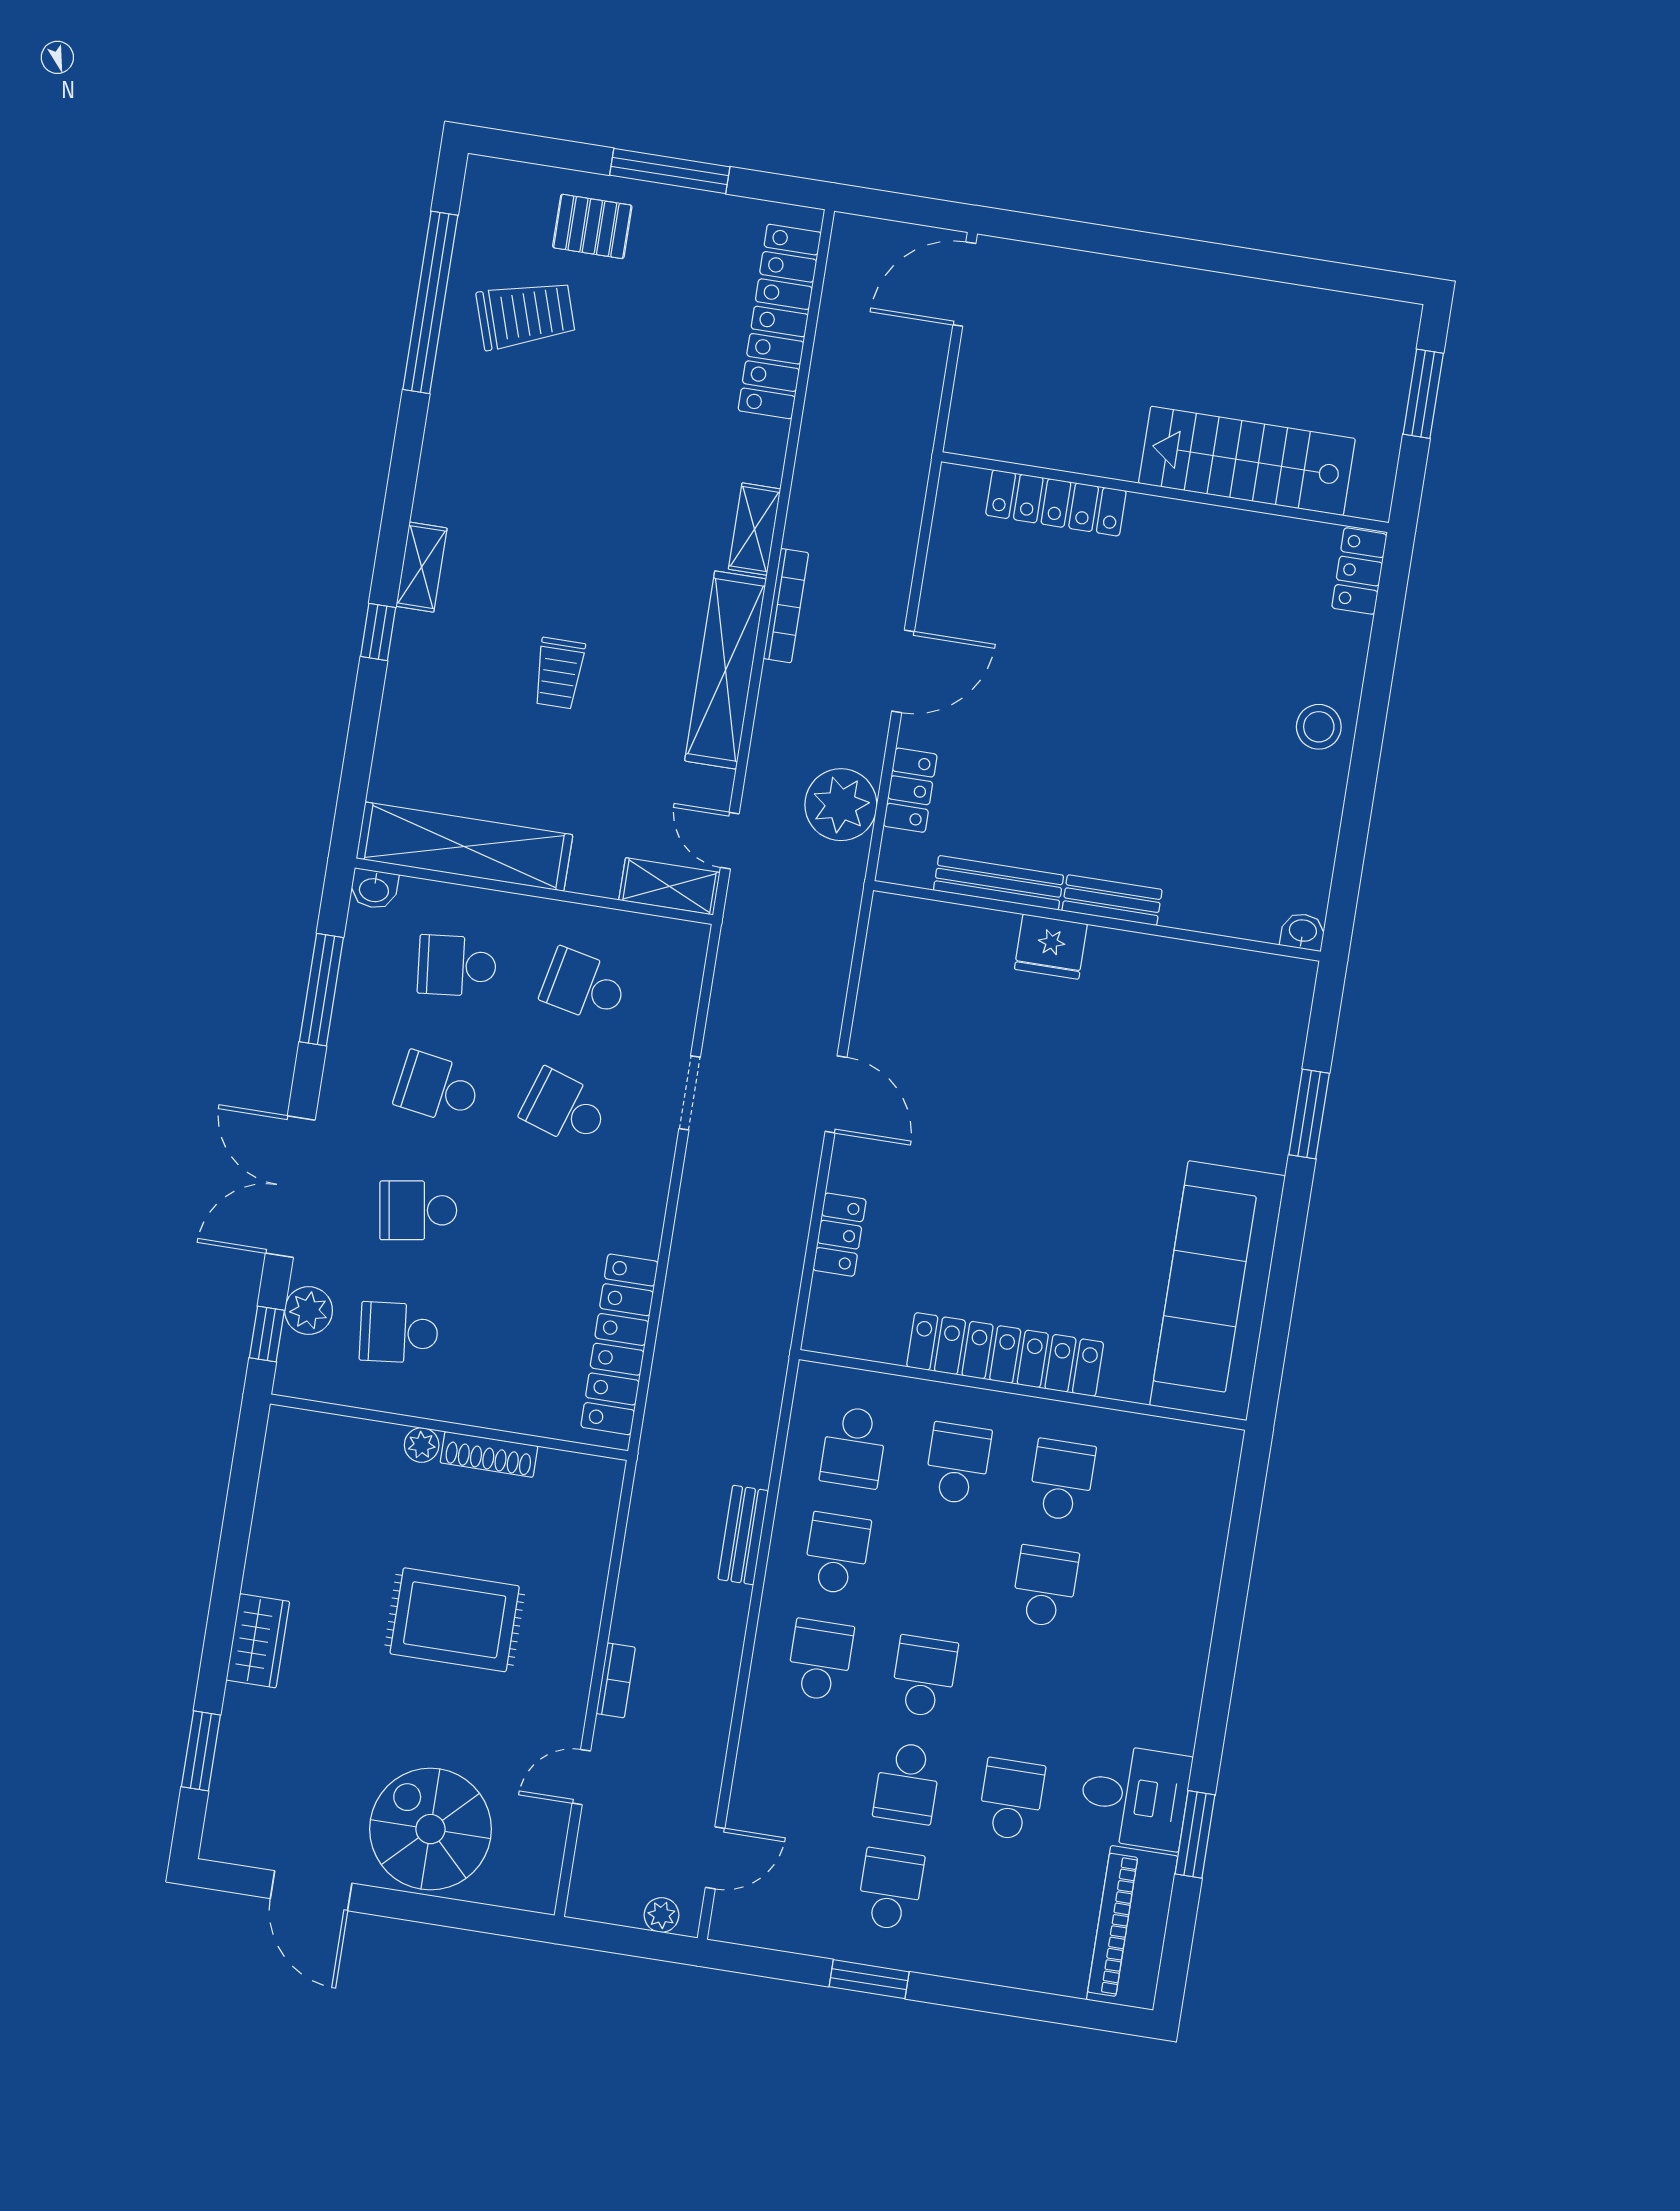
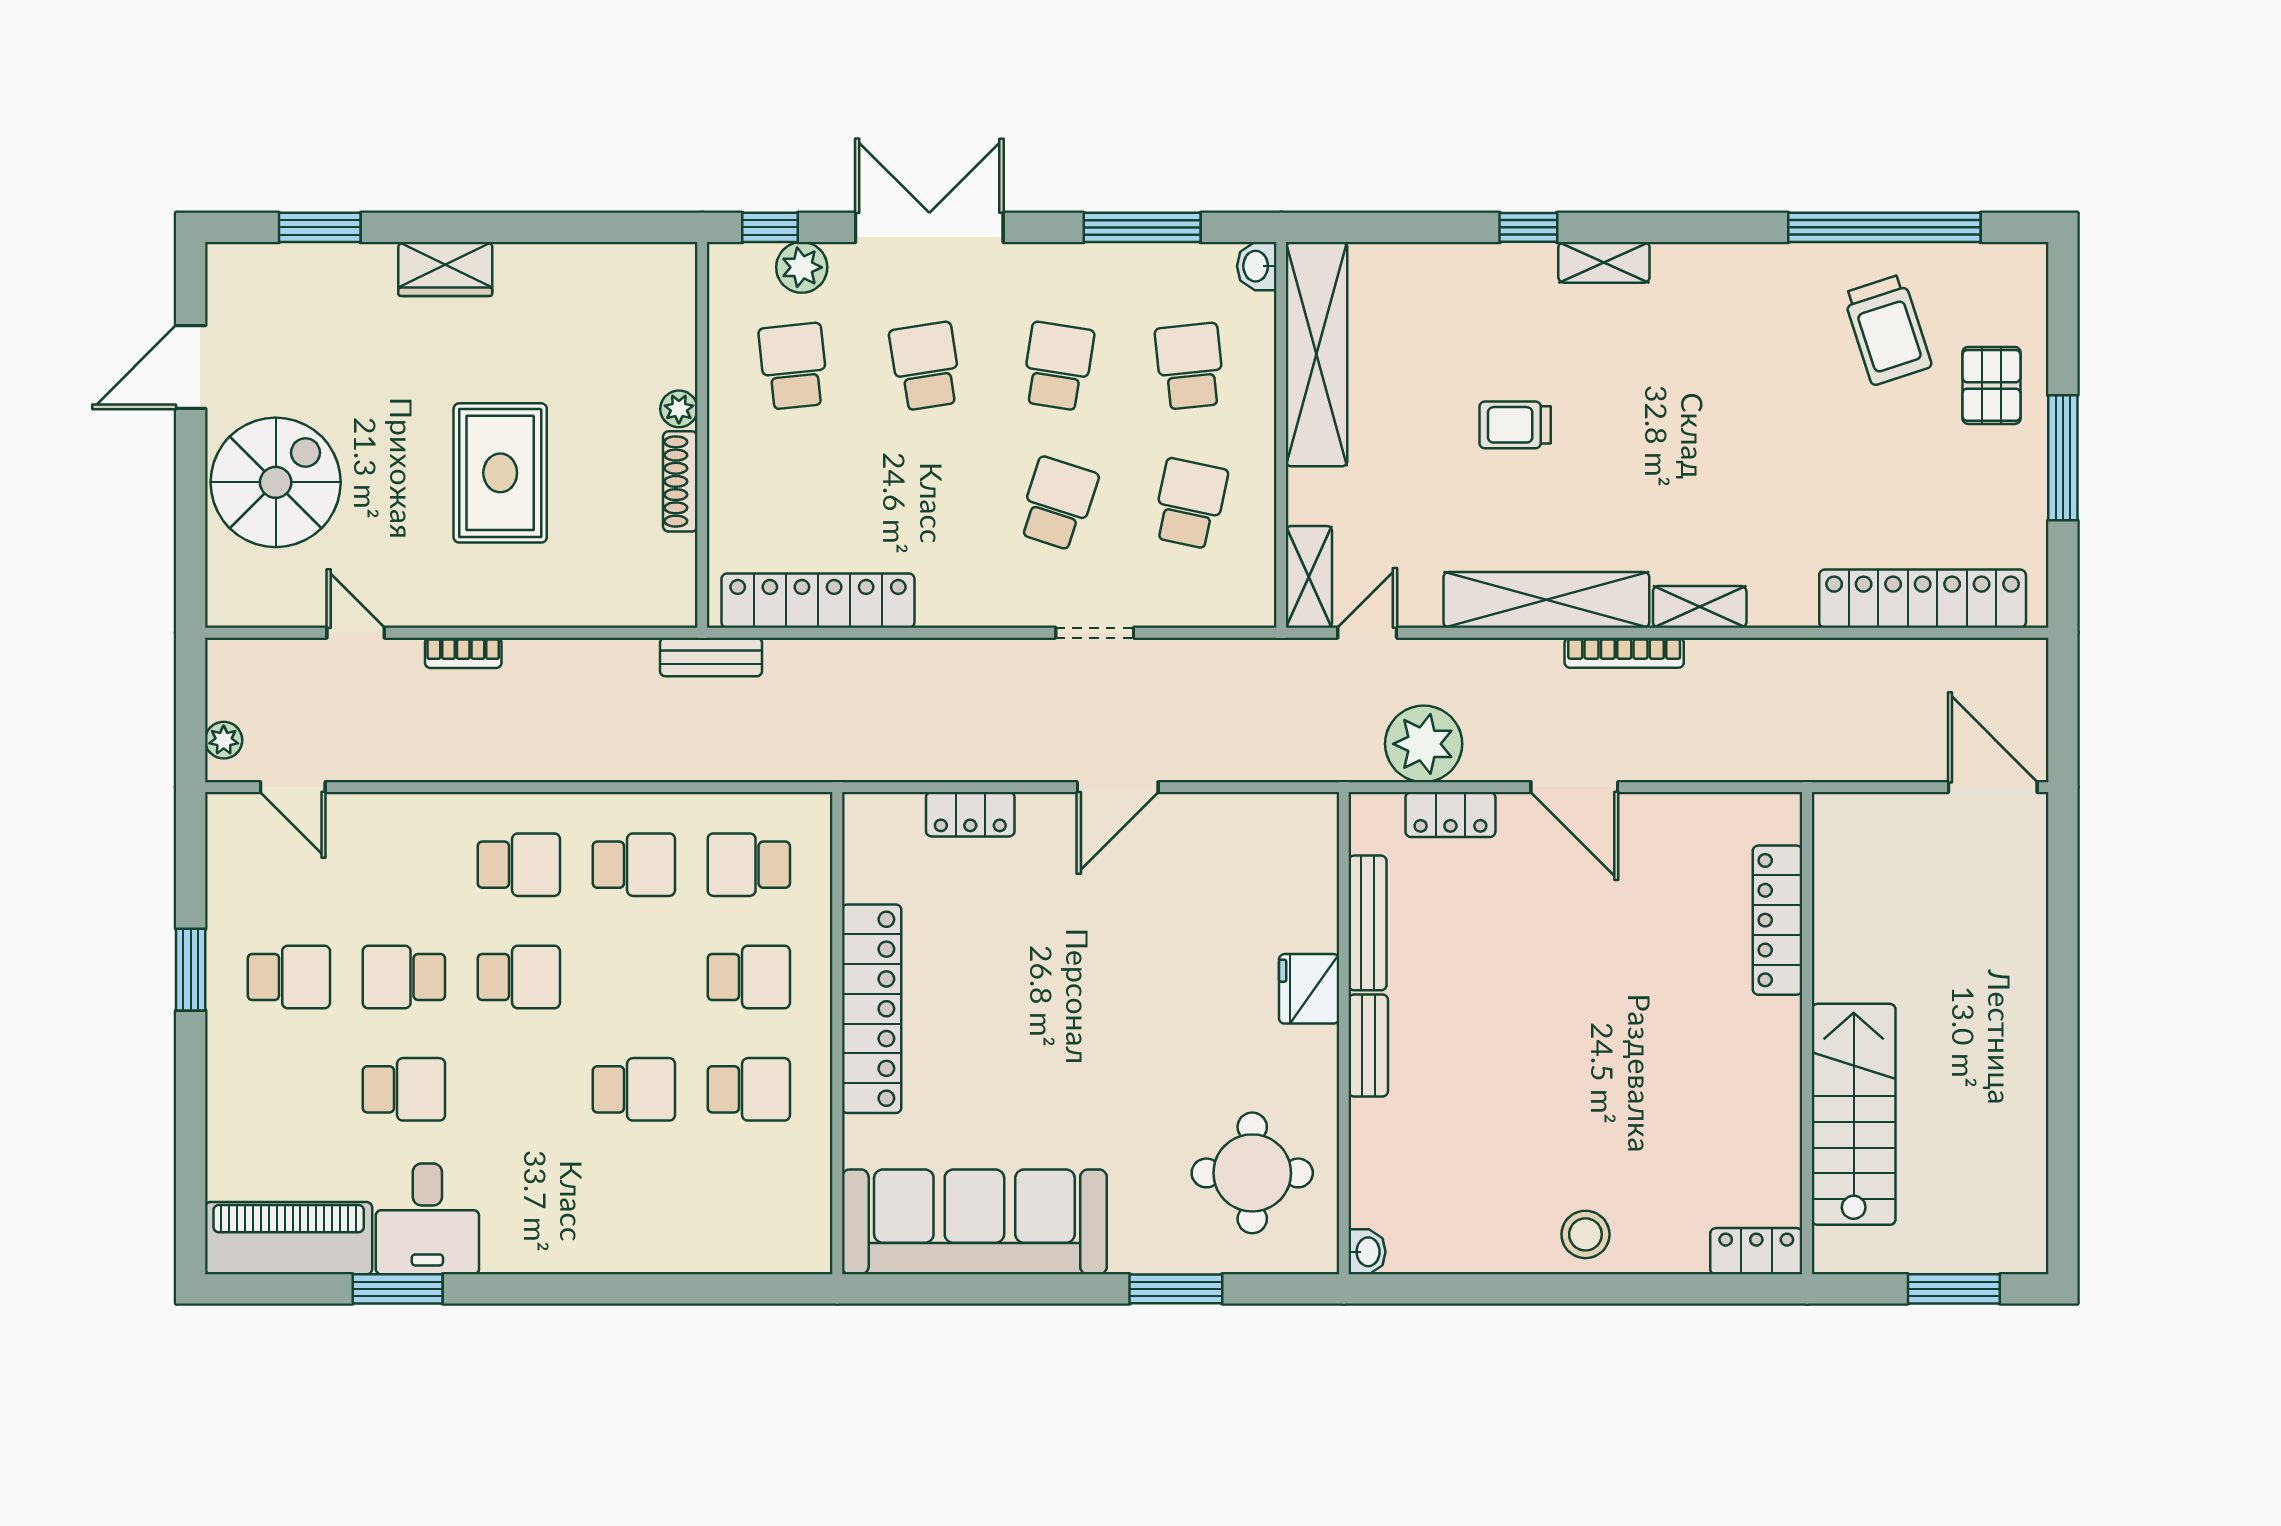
round table: (1213, 1026) -> (1252, 1173), added
bench: (743, 1535) -> (711, 657), moved

